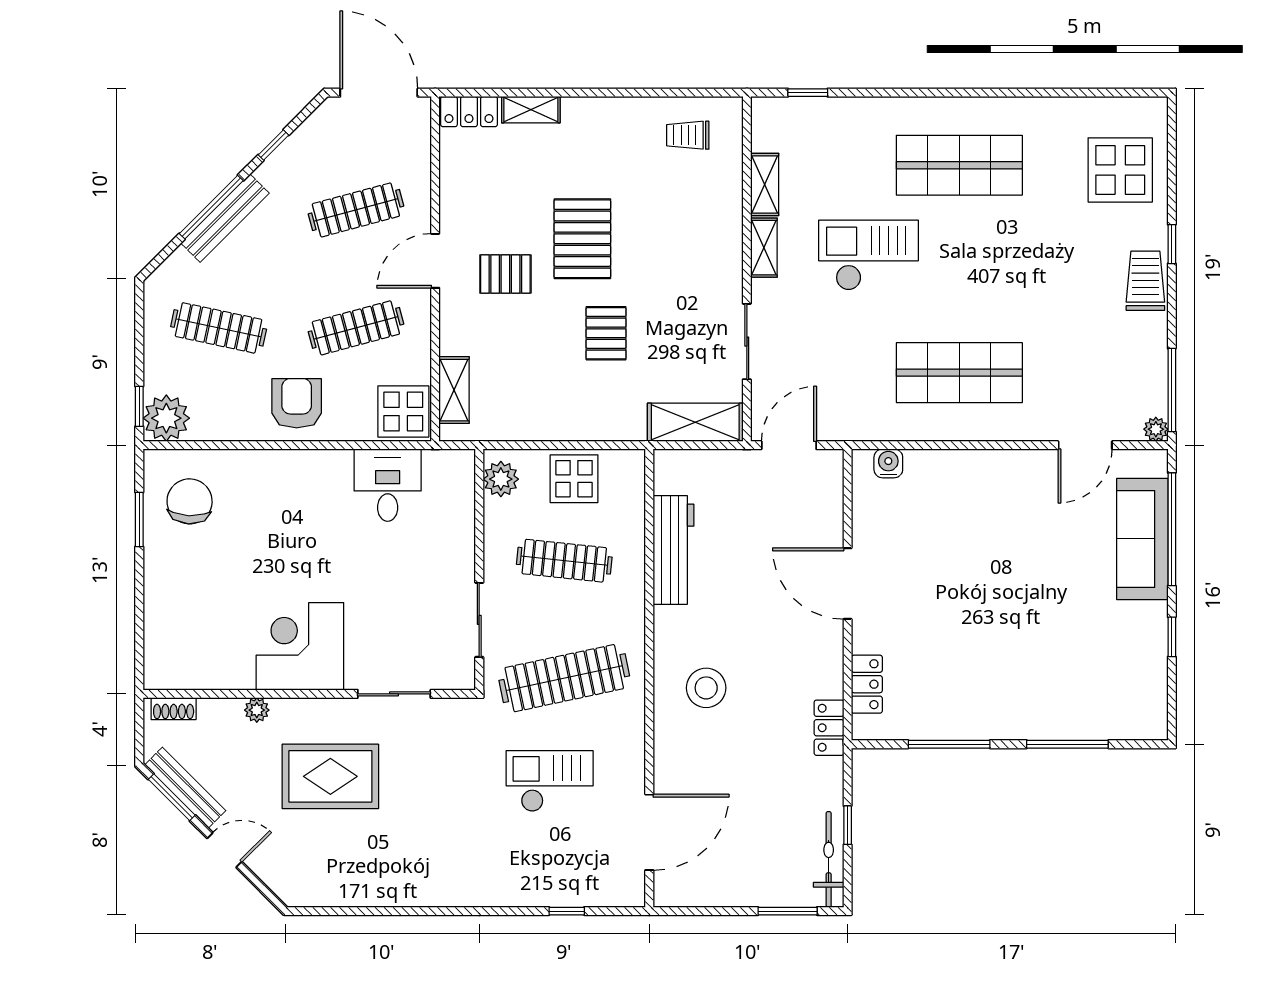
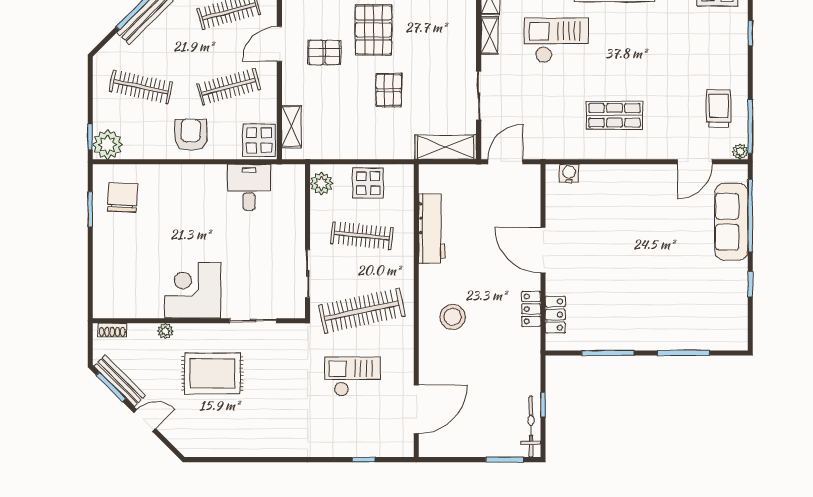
trolley: (1145, 281) -> (719, 109), moved
shop shelf: (959, 373) -> (614, 115), width x0.70, depth x0.74
locker: (829, 728) -> (531, 309), moved

